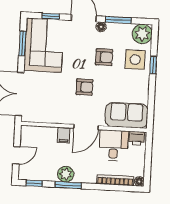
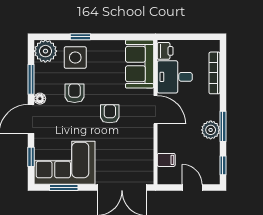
filing cabinet: (64, 135) -> (166, 160), moved
floor lamp: (139, 181) -> (214, 45), removed

